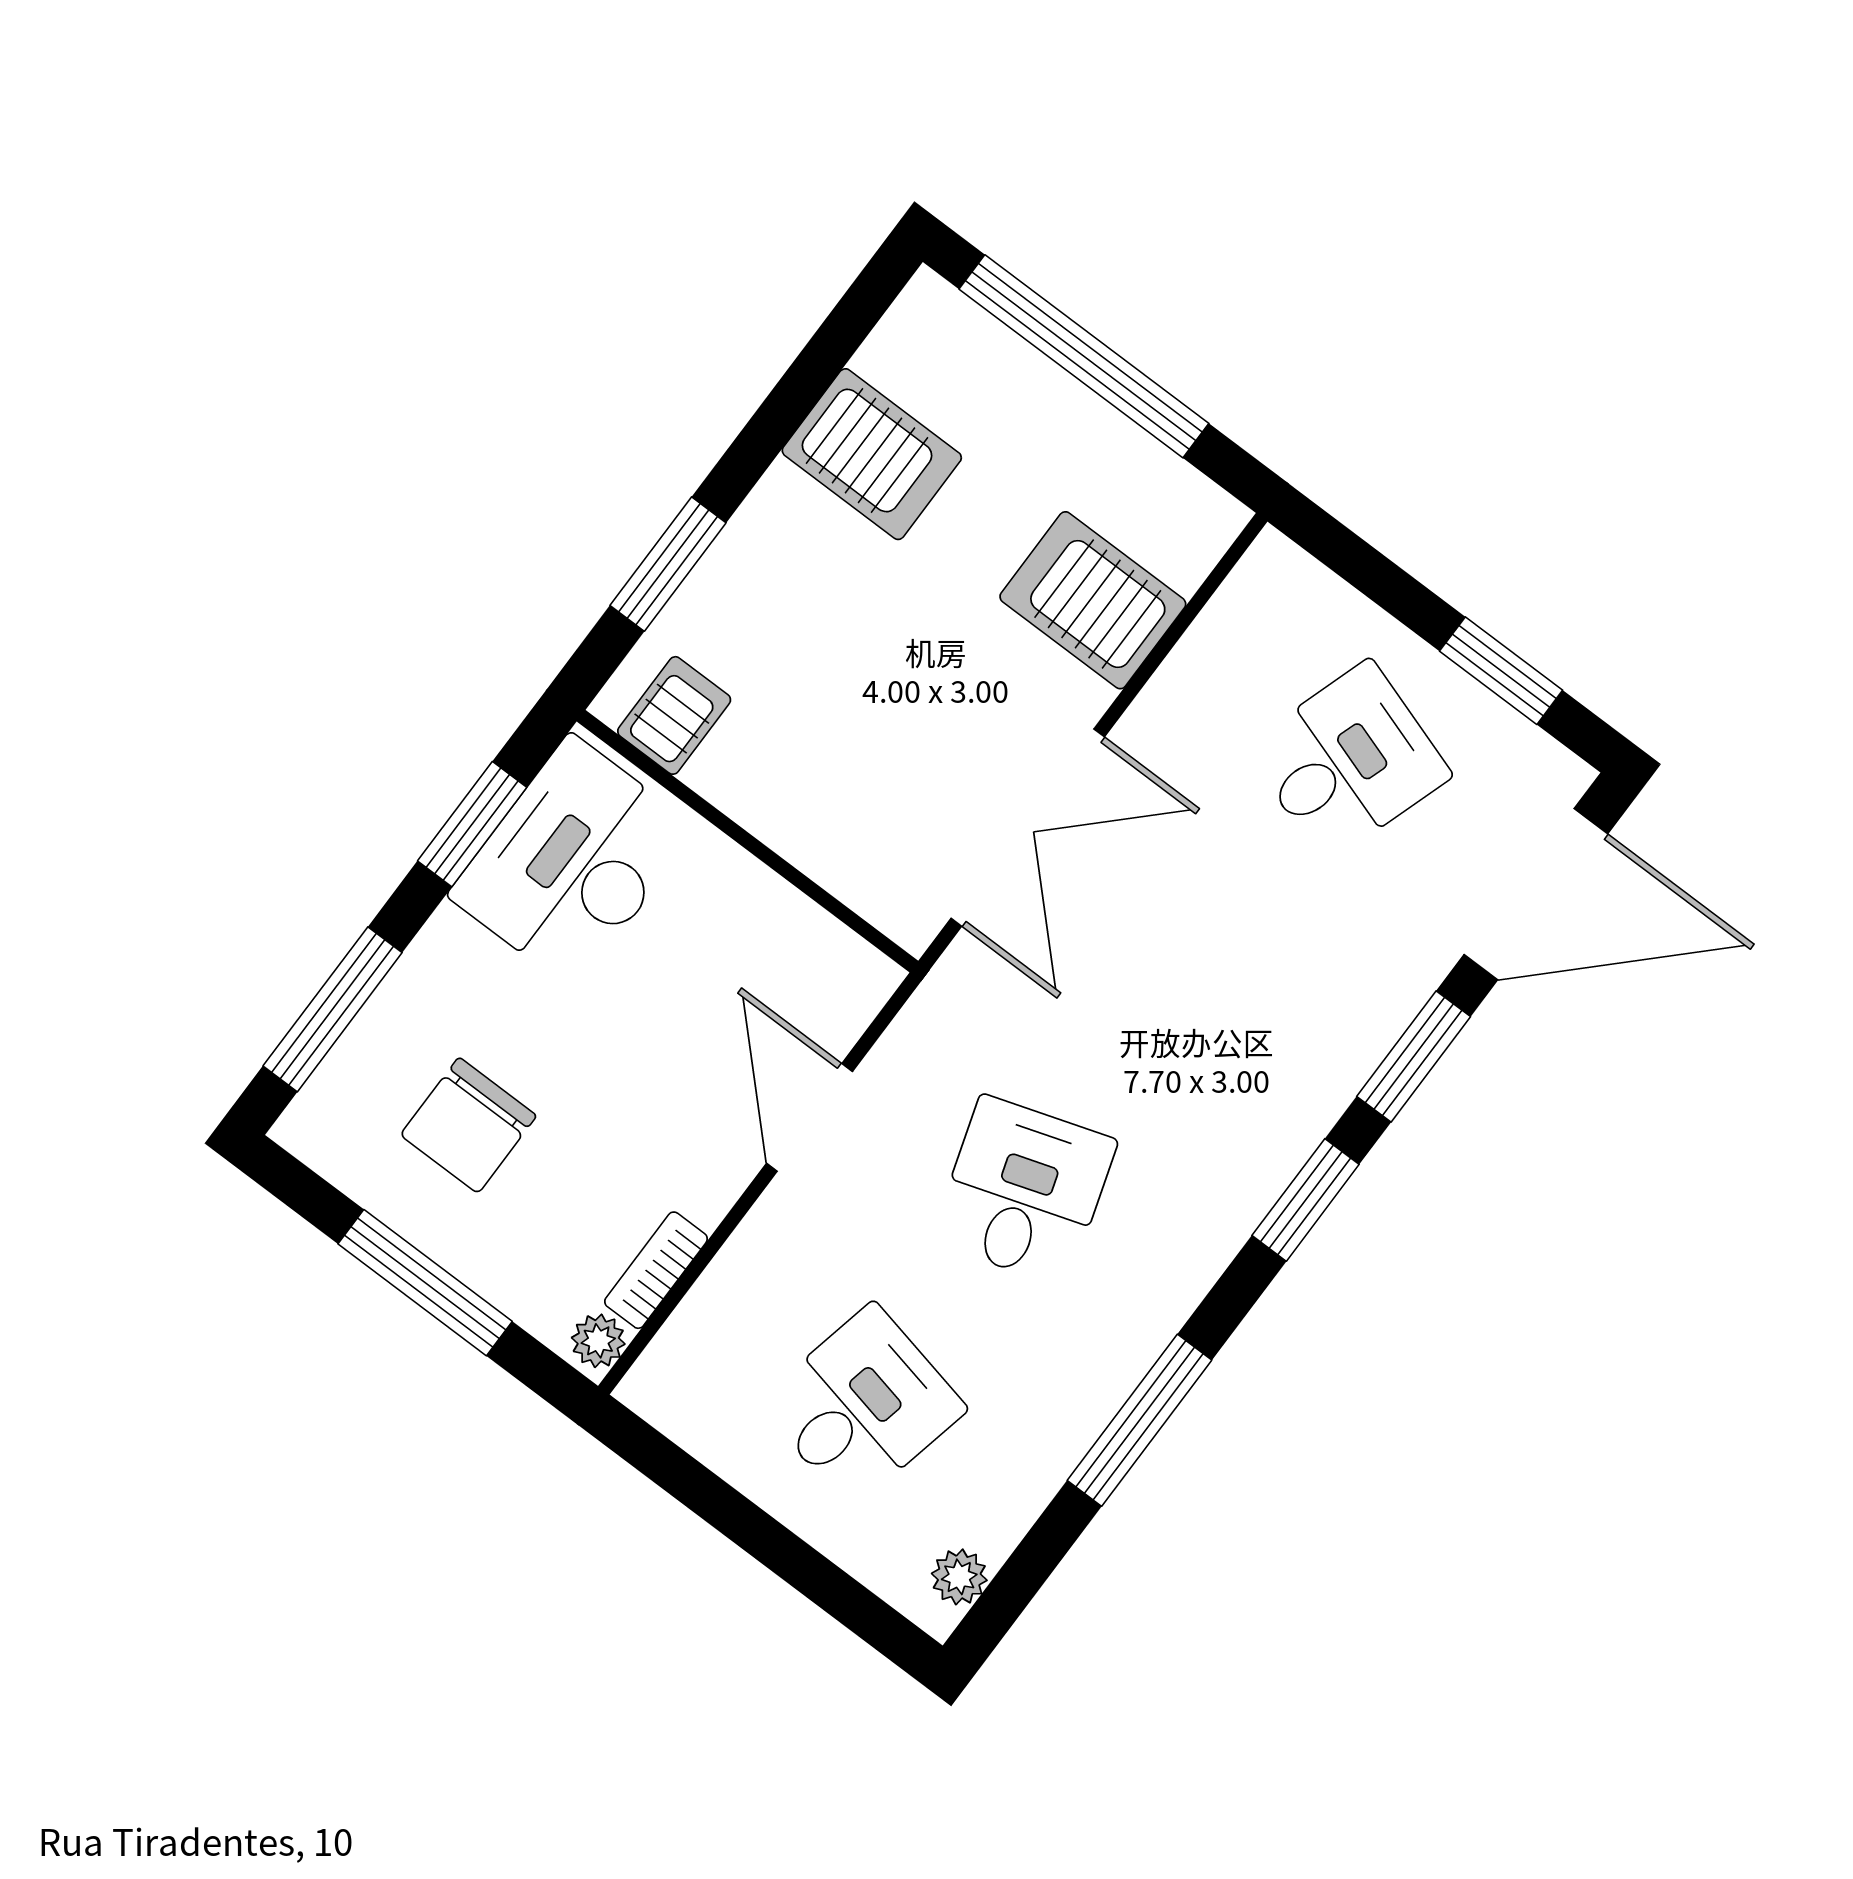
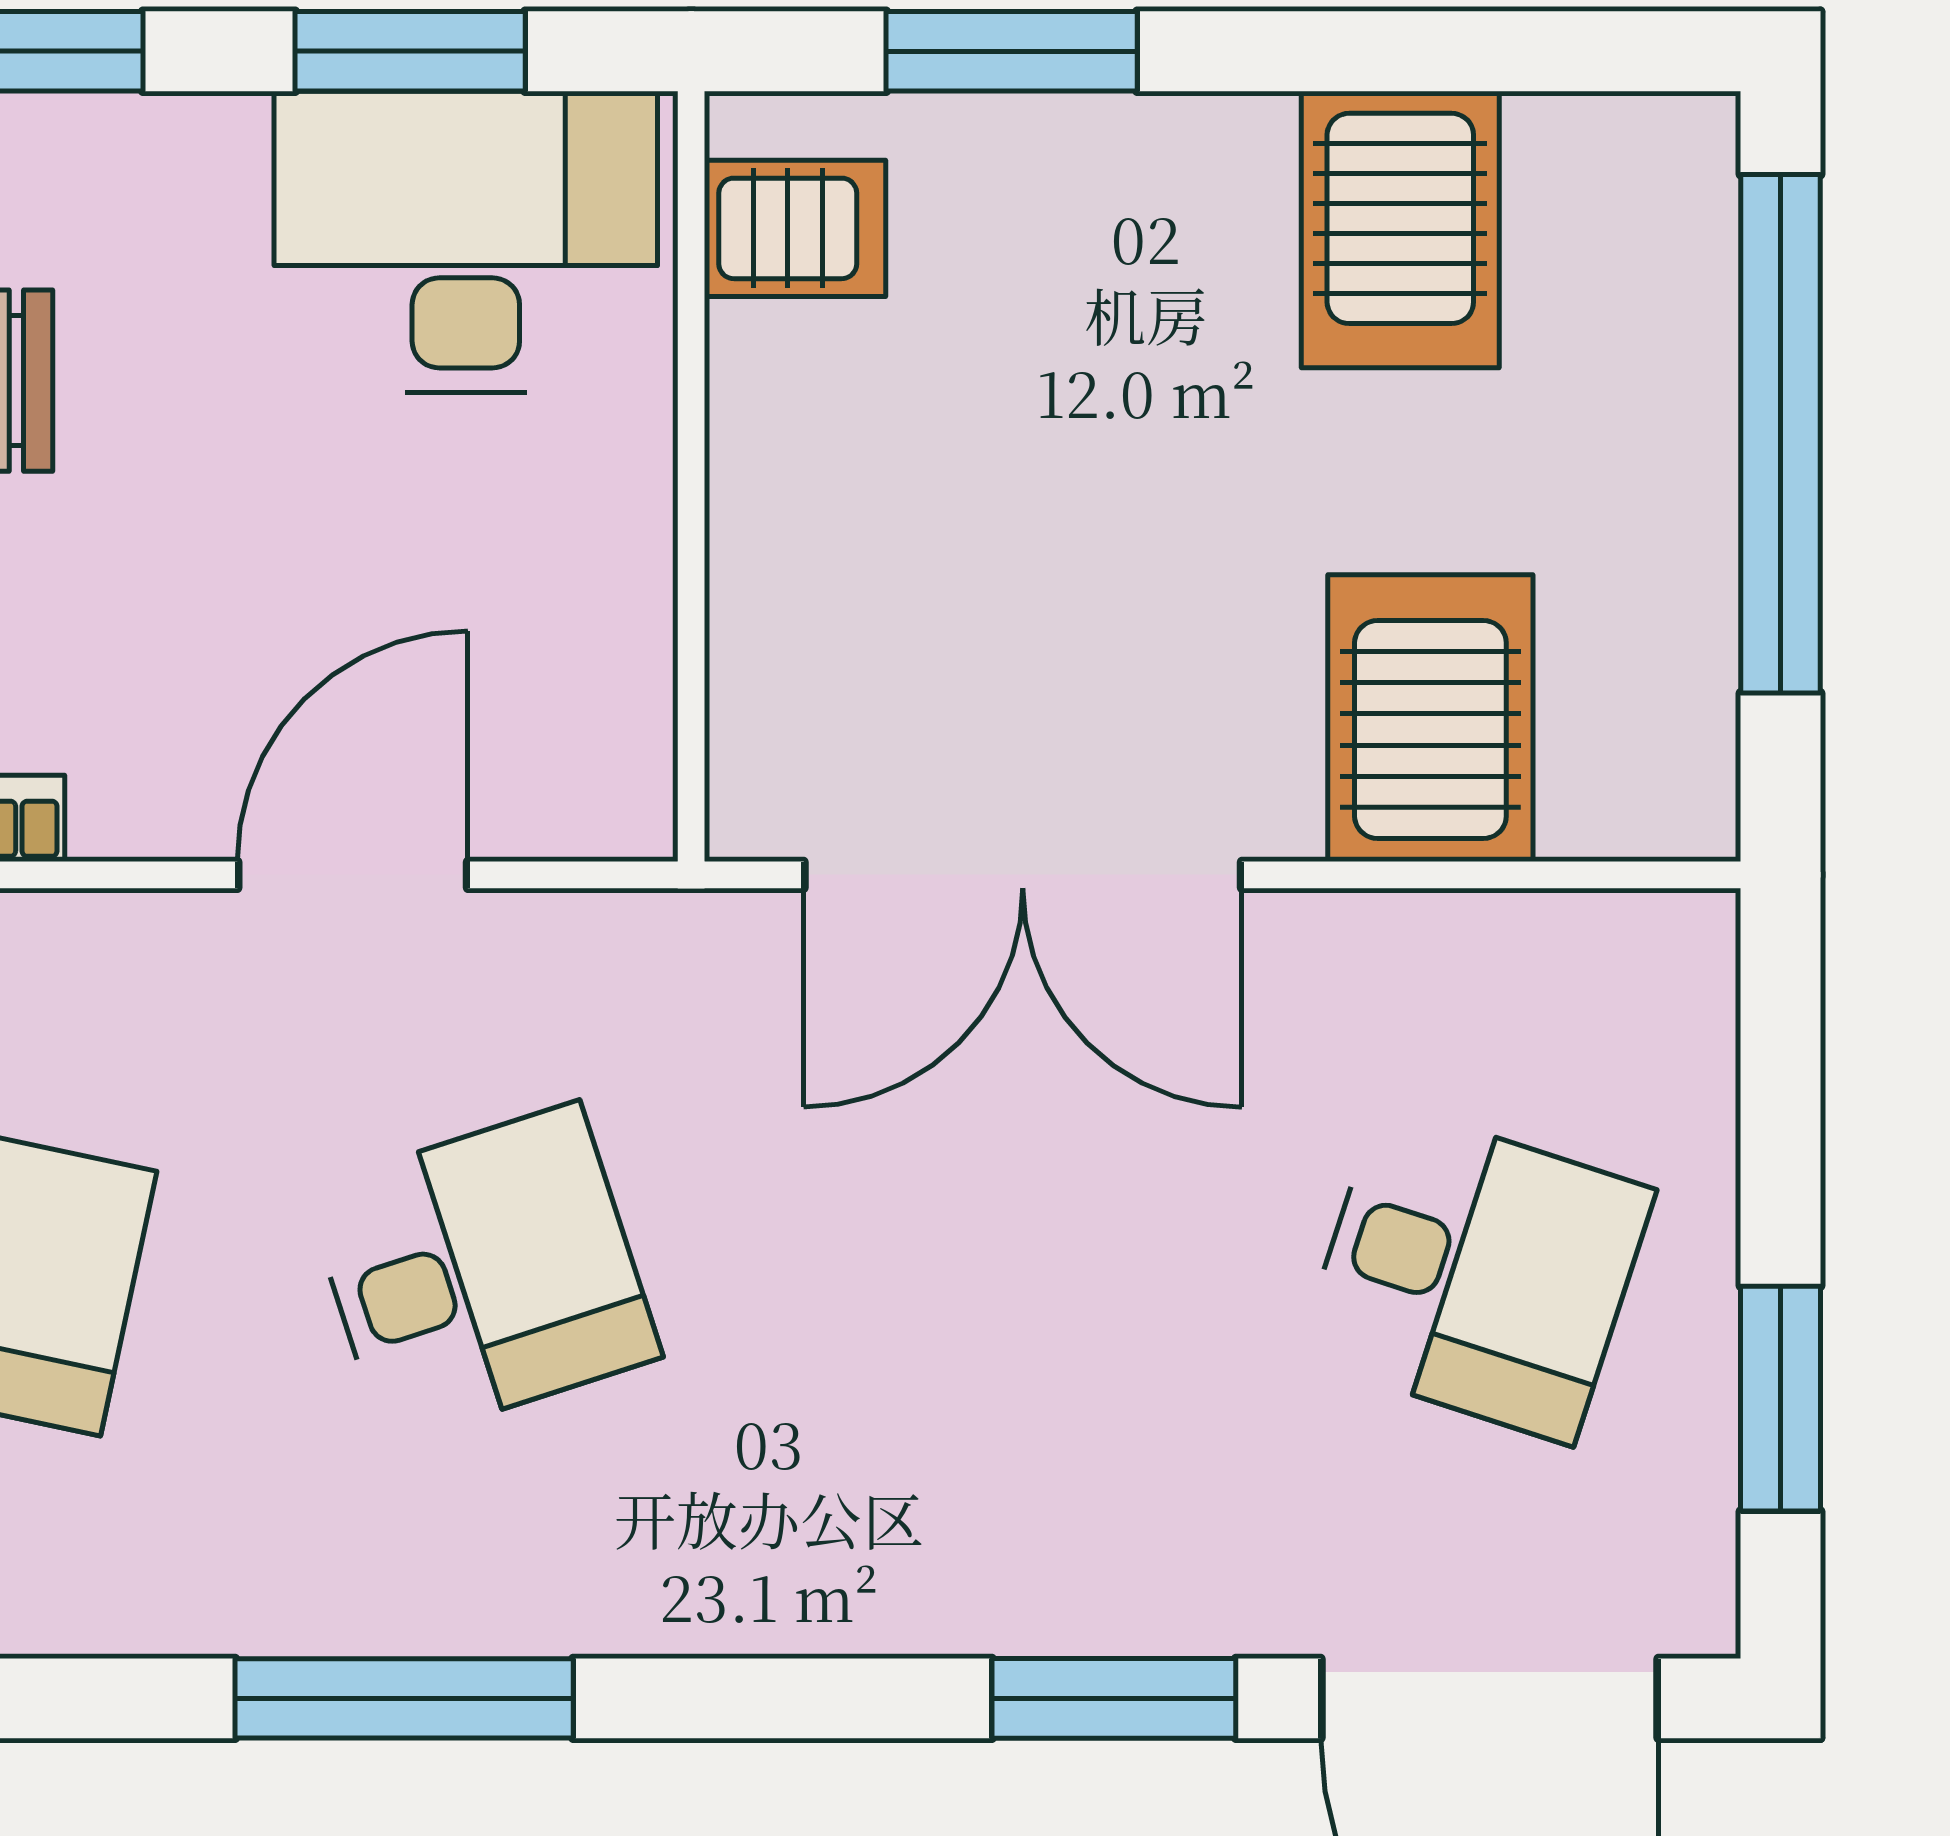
window: (1306, 1200) -> (782, 1698), removed
window: (1140, 1420) -> (404, 1698), moved

